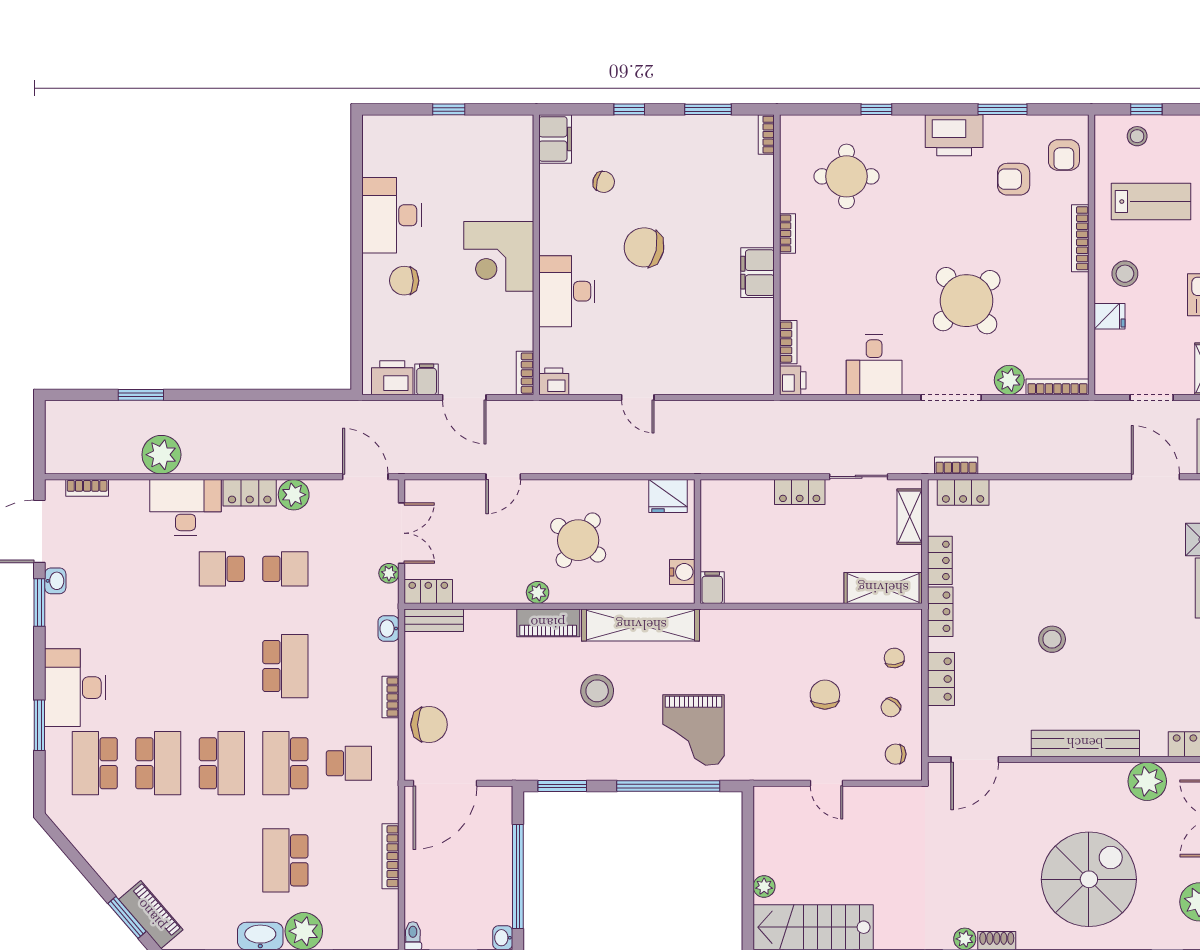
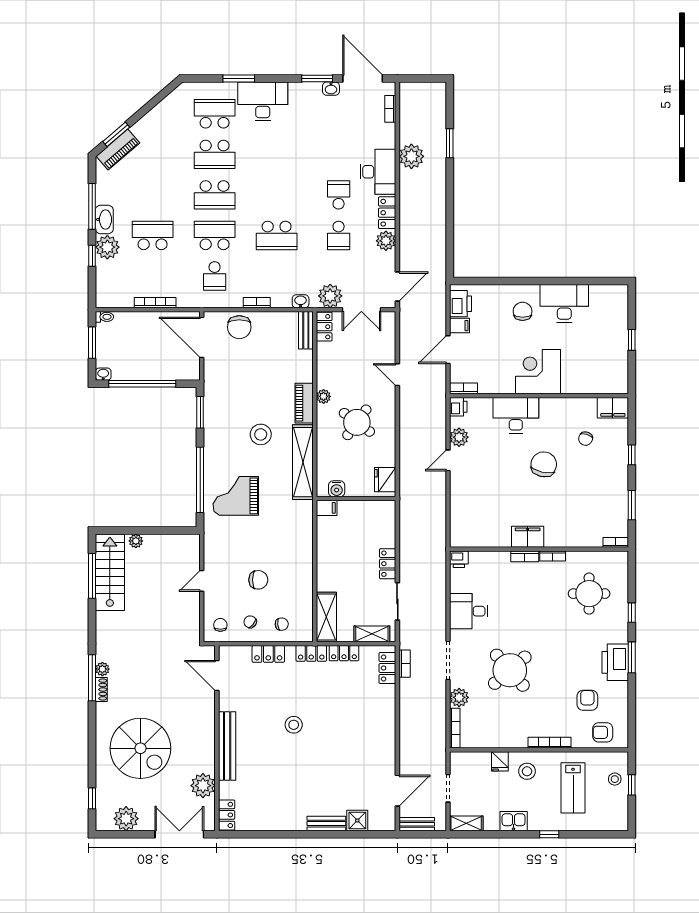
window: (1003, 109) -> (632, 657), moved
bookcase: (788, 342) -> (525, 556), moved
plant: (602, 380) -> (459, 437), added
plant: (389, 573) -> (330, 296), width x1.88, depth x1.88

